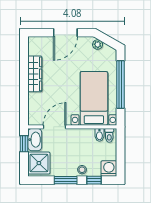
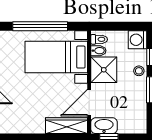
wardrobe: (35, 74) -> (67, 126), moved
door: (55, 127) -> (89, 103), hinge flipped
shower: (39, 163) -> (104, 70), moved

